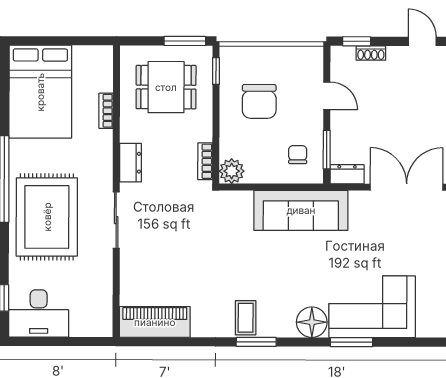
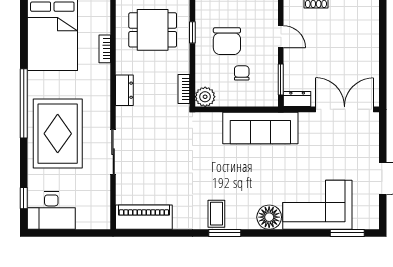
window: (216, 71) -> (192, 32), moved
chair: (298, 155) -> (242, 73), moved
sliding door: (116, 220) -> (113, 152), moved
window: (352, 342) -> (347, 233), moved

